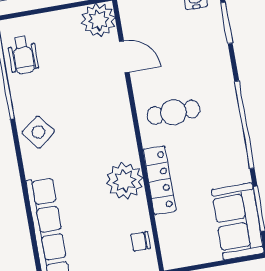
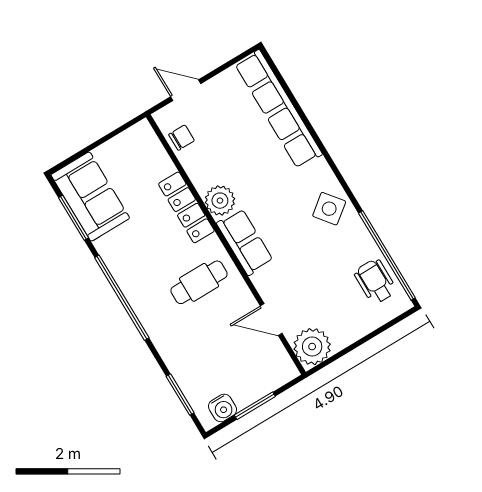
row of seats: (121, 132) -> (245, 242), added
plant: (125, 181) -> (220, 201), width x0.73, depth x0.73

